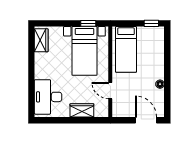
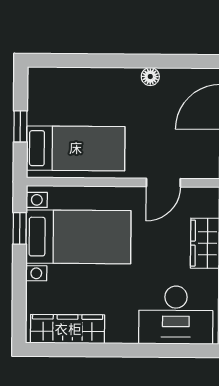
window: (151, 23) -> (20, 126), moved
wardrobe: (41, 40) -> (68, 329), width x1.50

